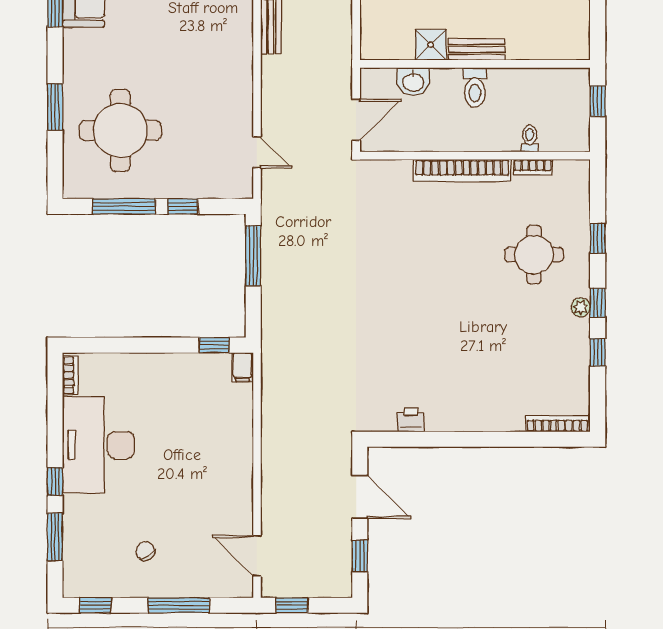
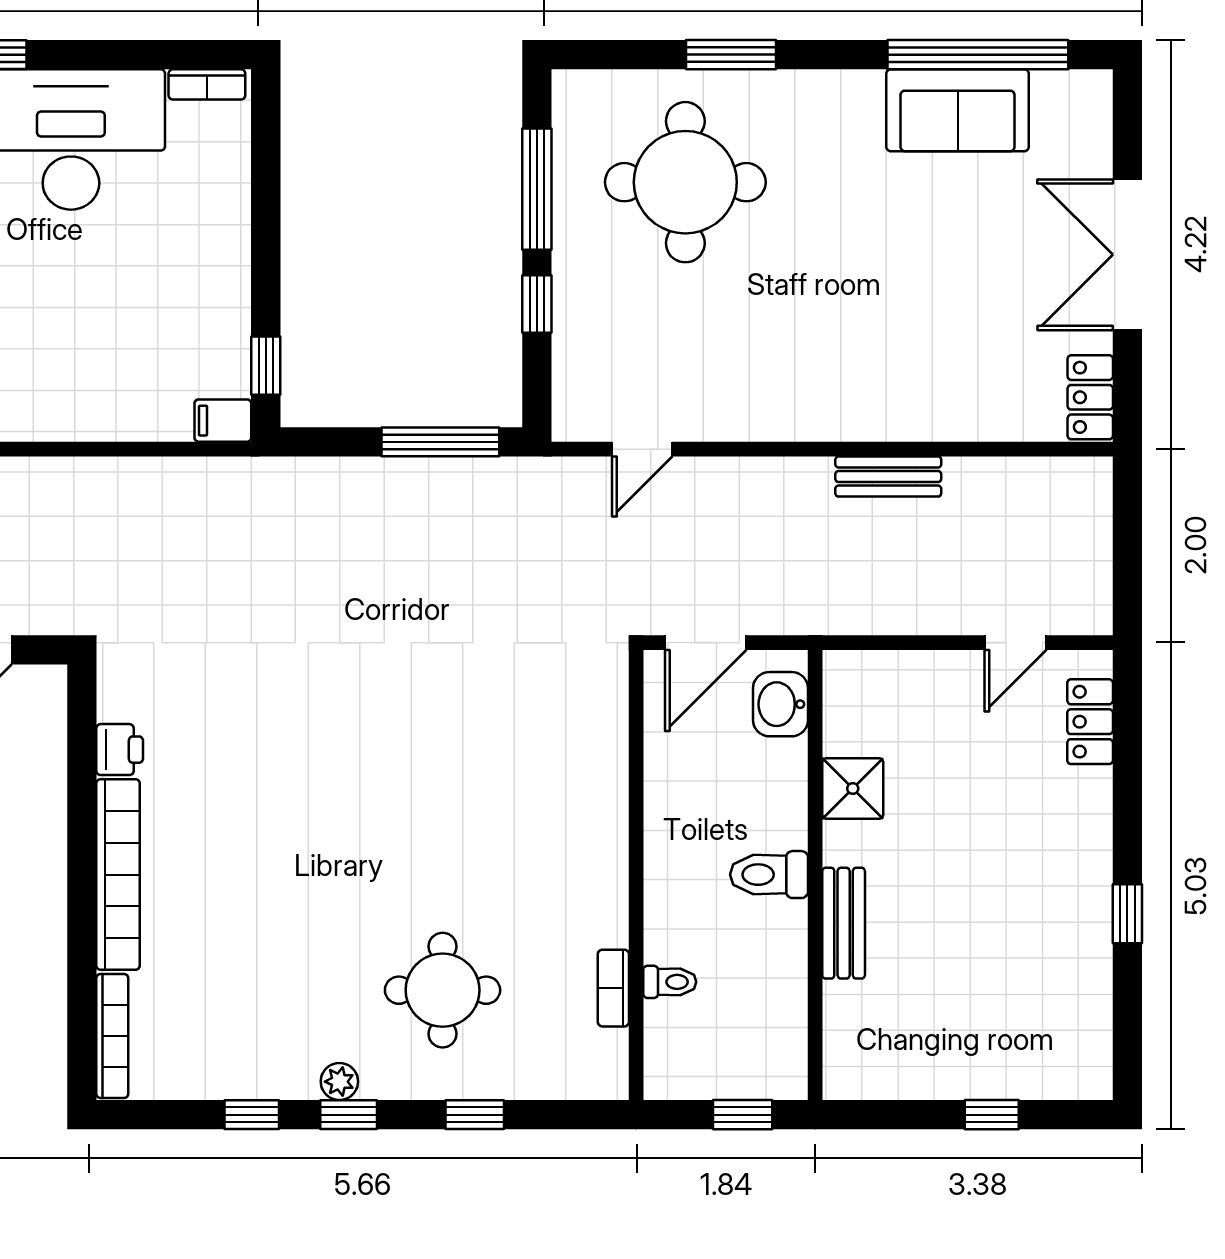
bench: (477, 49) -> (844, 923), moved
washbasin: (413, 82) -> (781, 704), moved
door: (356, 120) -> (706, 643), hinge flipped
bookcase: (462, 170) -> (118, 875), moved, turned 180

